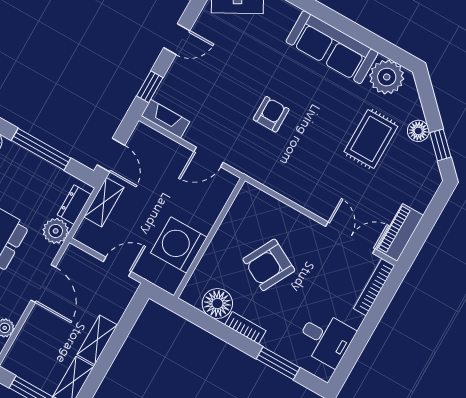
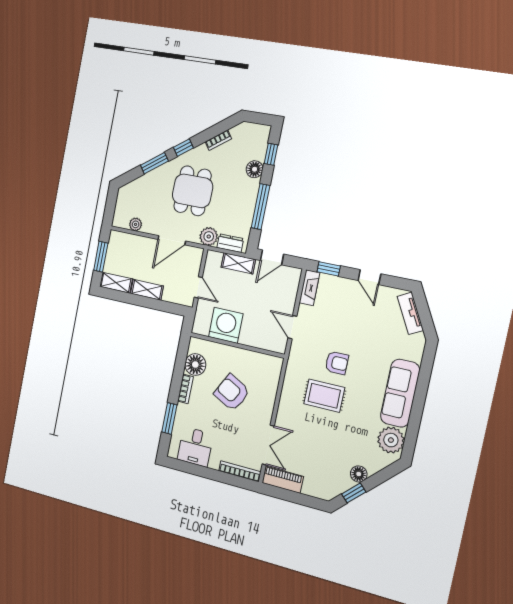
rug: (371, 139) -> (324, 396), moved

